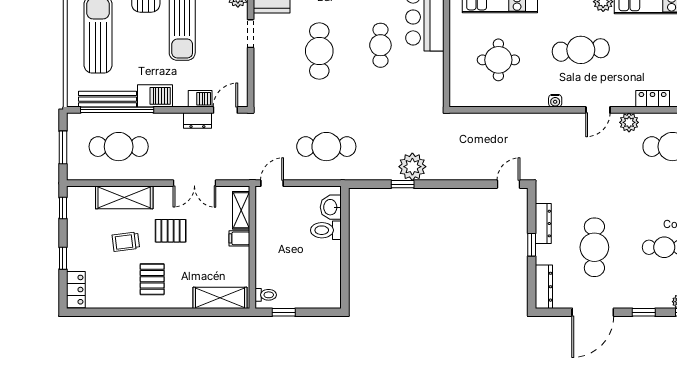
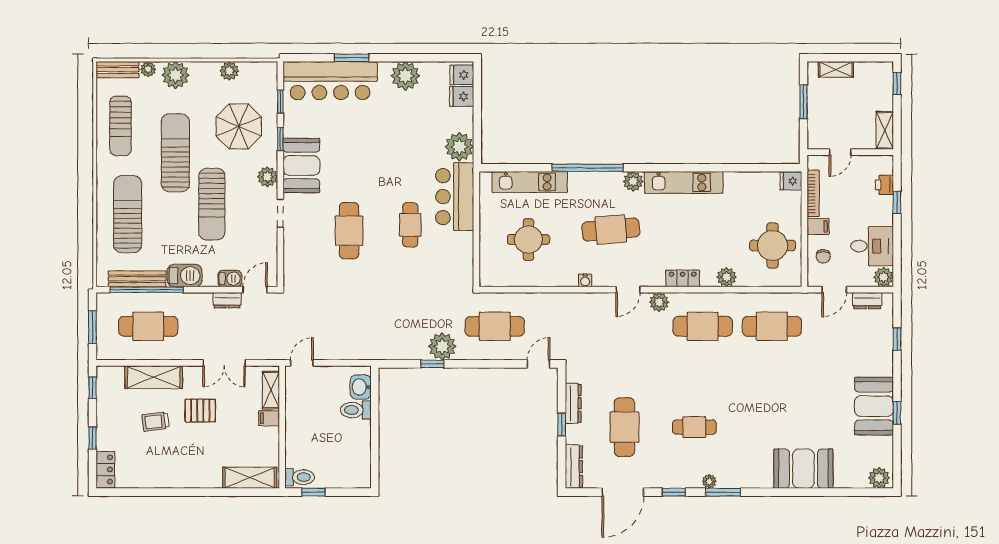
cafe table: (326, 147) -> (495, 326), moved
pallet: (152, 279) -> (182, 459), removed
toilet: (266, 295) -> (300, 477), width x1.37, depth x1.39

